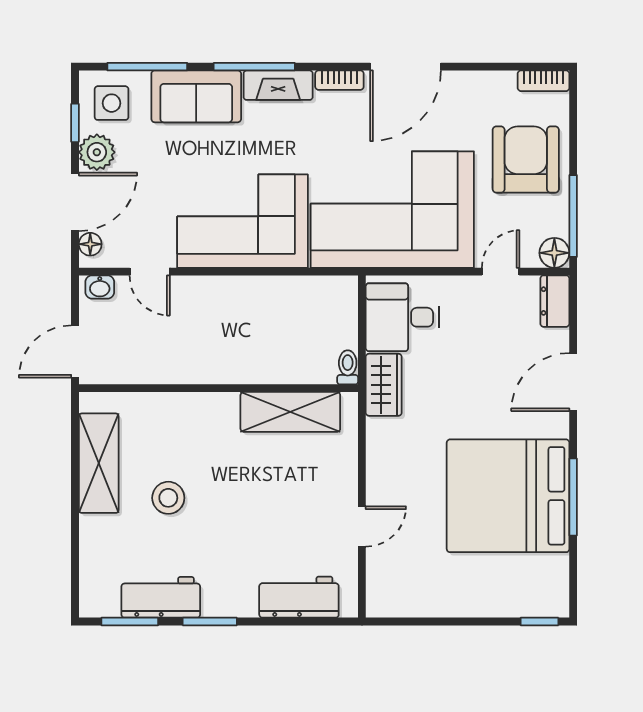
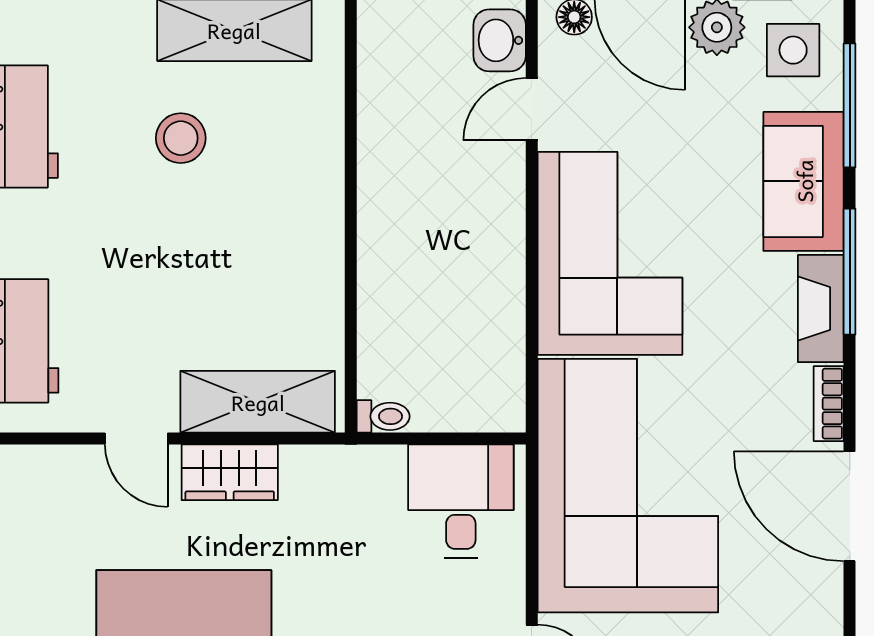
washbasin: (100, 287) -> (500, 40), width x1.38, depth x1.45
wardrobe: (384, 385) -> (230, 472), moved
shelving: (290, 412) -> (258, 402), moved, turned 90

